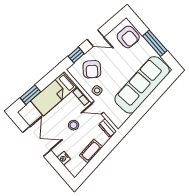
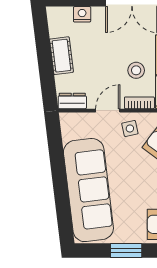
window: (155, 43) -> (126, 251), width x0.69
stool: (74, 125) -> (136, 70), moved

